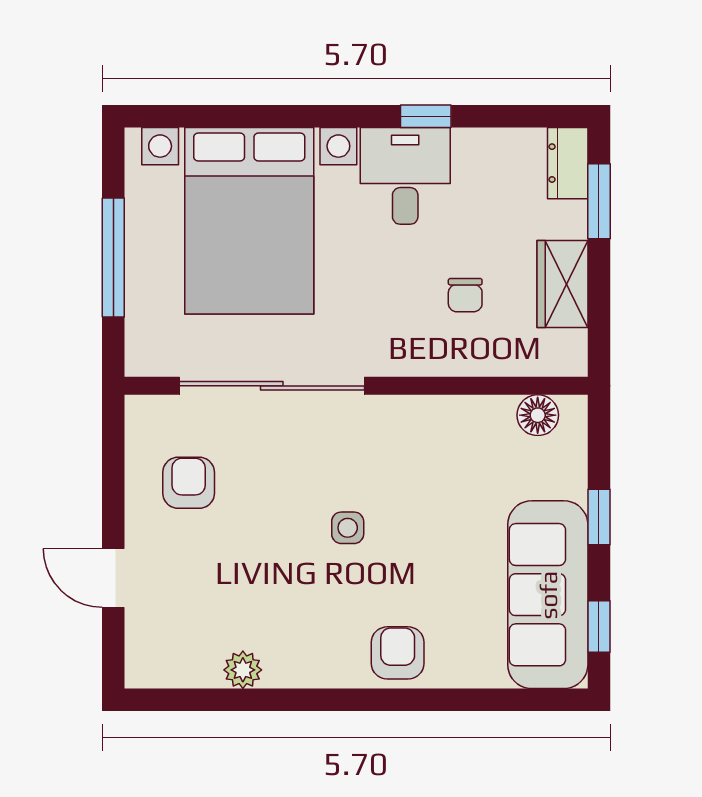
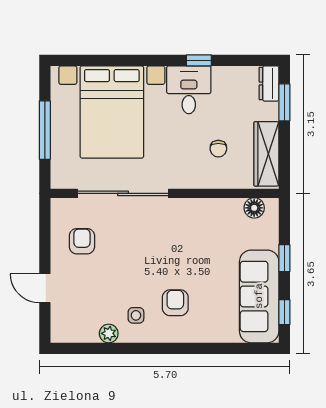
wardrobe: (562, 284) -> (266, 154), width x1.50
side table: (348, 528) -> (136, 315), moved
armchair: (398, 653) -> (175, 303), moved

